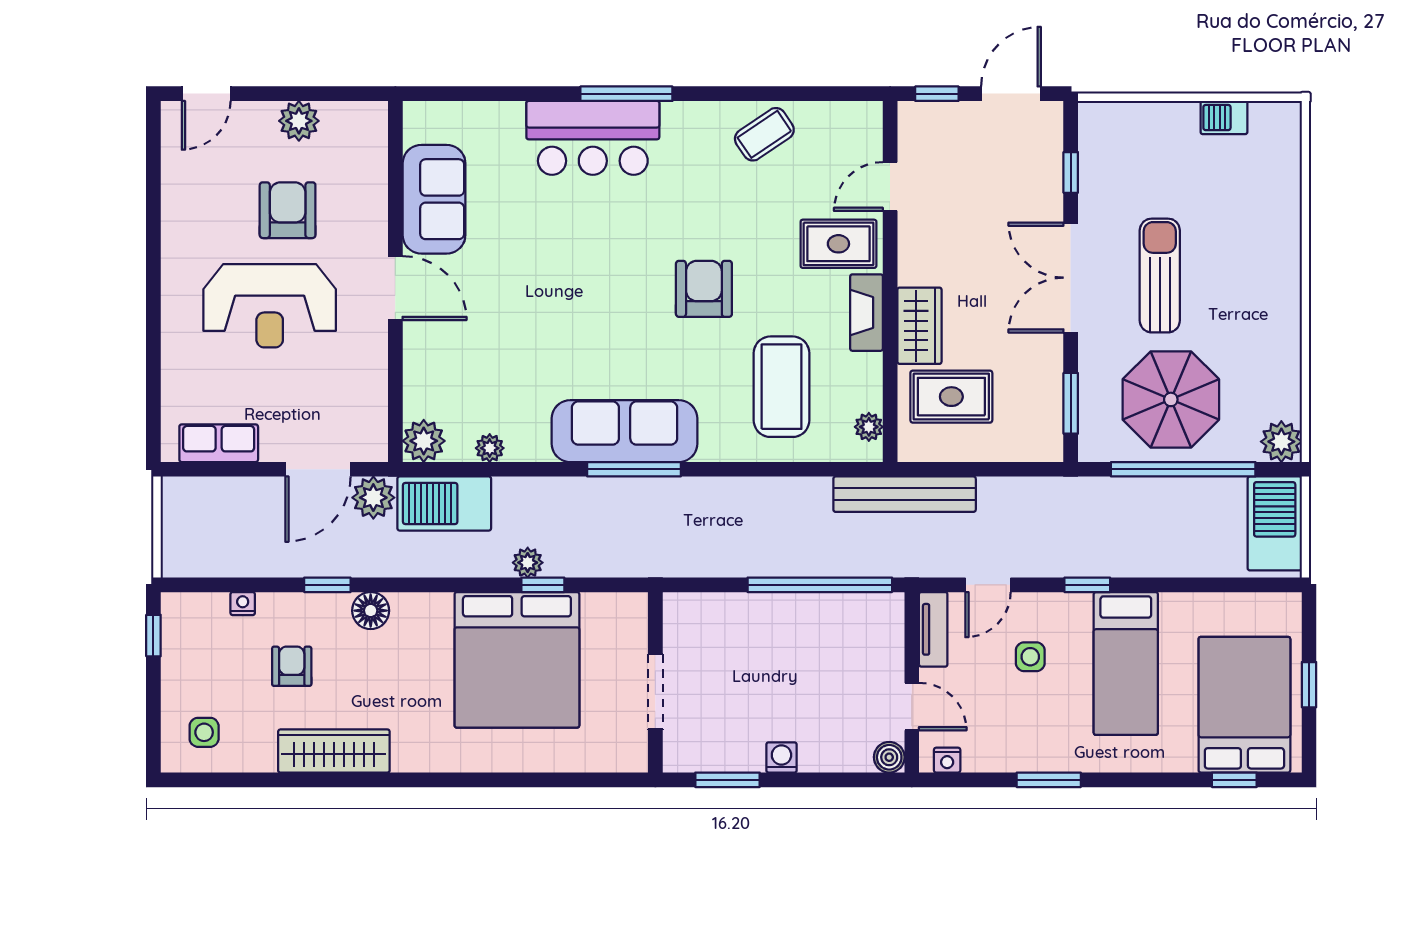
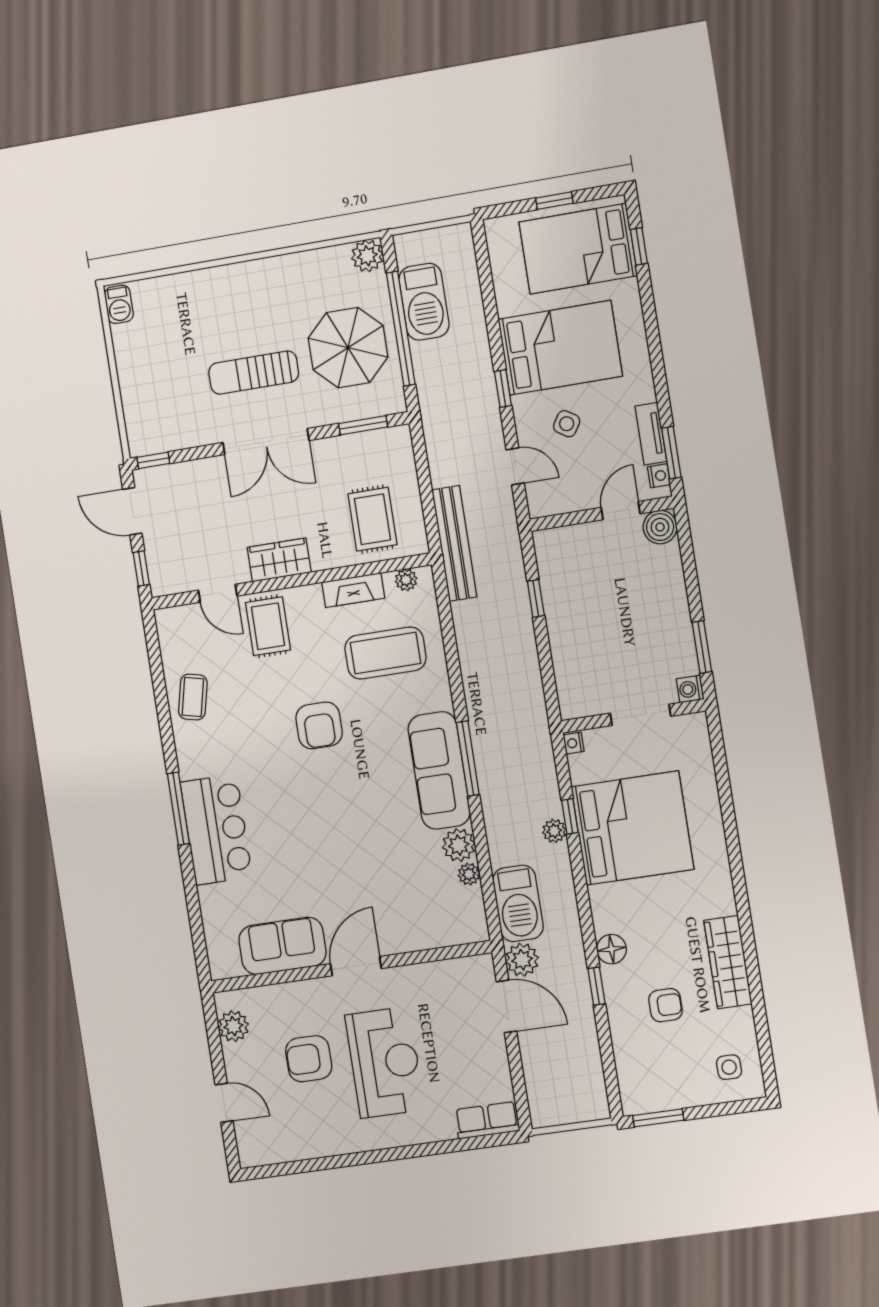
door: (206, 94) -> (224, 1103), moved
barbecue: (1224, 118) -> (119, 304), moved
plant: (299, 121) -> (233, 1026), moved
coffee table: (764, 134) -> (193, 697), turned 47
window: (1071, 172) -> (153, 460), moved
armchair: (704, 289) -> (319, 725), turned -90
fireplace: (867, 313) -> (353, 590), moved
wardrobe: (919, 326) -> (279, 560), moved
plant: (424, 441) -> (459, 845), moved
row of seats: (219, 443) -> (487, 1120), moved, turned 90
barbecue: (1275, 523) -> (424, 302), moved, turned -90
window: (820, 585) -> (536, 598), width x0.32
nightstand: (243, 604) -> (574, 743), moved
tv unit: (933, 629) -> (651, 434), moved, turned -90
window: (153, 636) -> (658, 1118), width x1.50
side table: (1030, 657) -> (567, 424), turned 33
bed: (1126, 663) -> (560, 348), width x1.50
armchair: (292, 666) -> (665, 1005), turned 180
washing machine: (781, 757) -> (690, 689), moved
boiler: (889, 757) -> (660, 527), width x1.36, depth x1.36
window: (1049, 780) -> (671, 453), moved

